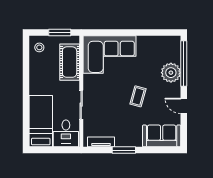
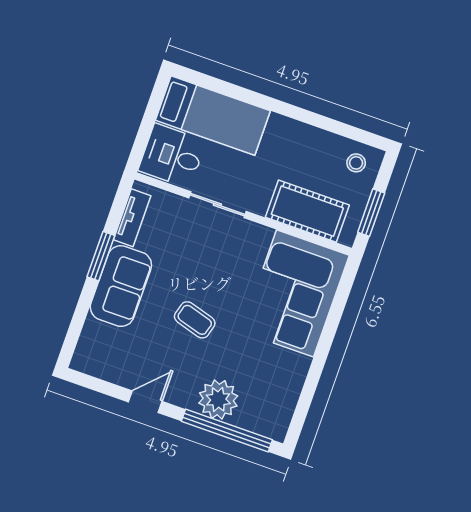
sofa: (162, 136) -> (121, 286), moved

